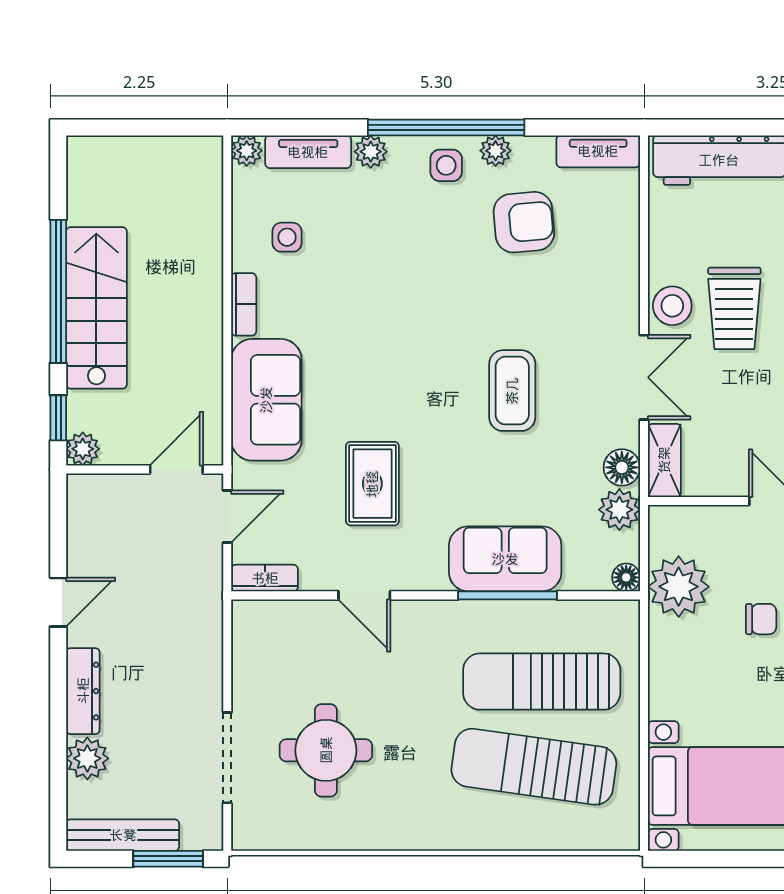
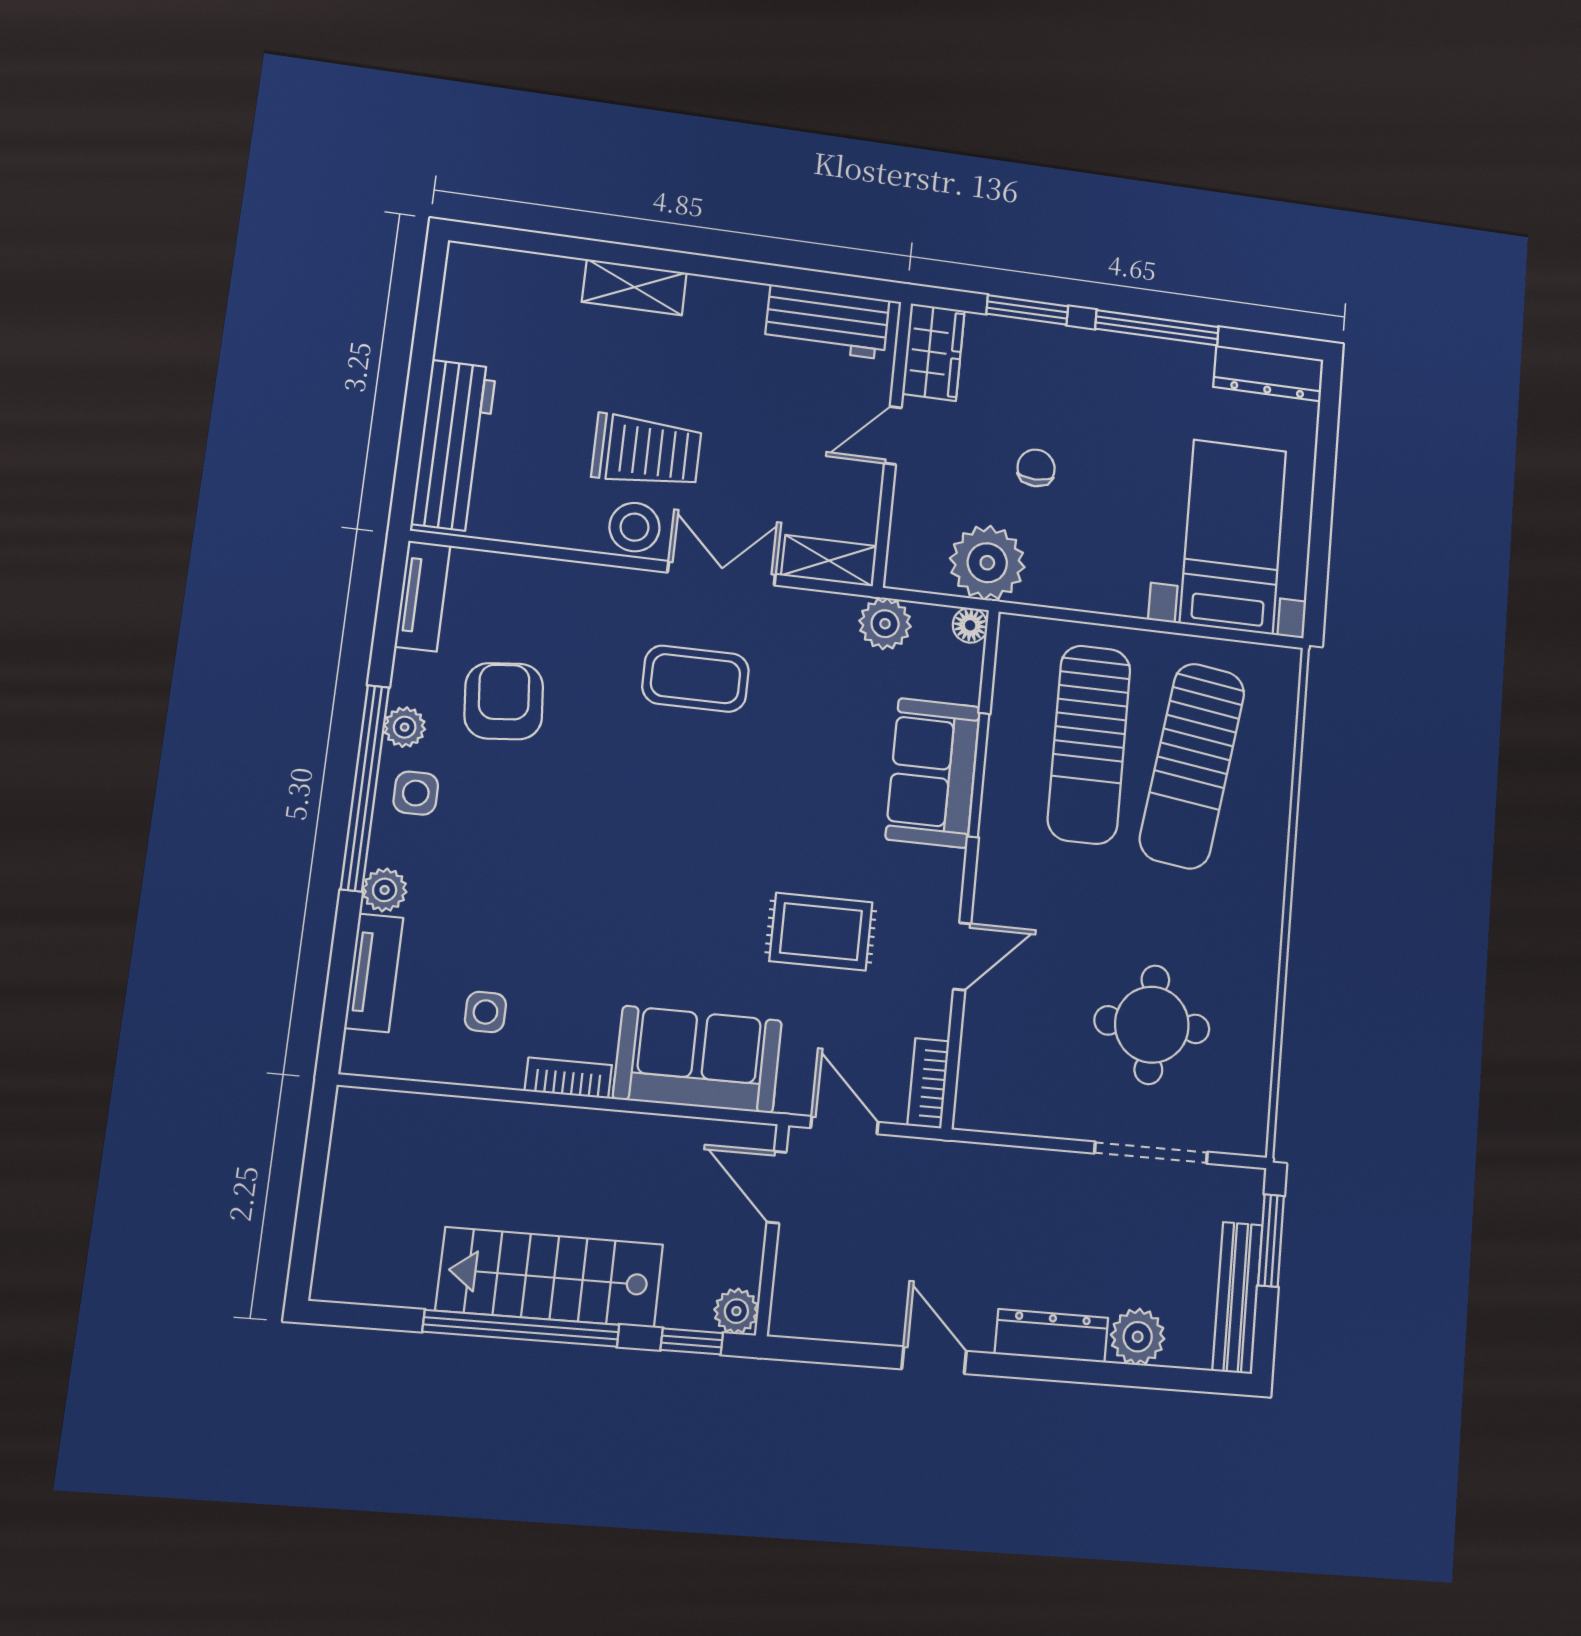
plant: (247, 151) -> (362, 1055), removed
coffee table: (512, 391) -> (696, 679), moved
floor lamp: (622, 467) -> (833, 614), removed

